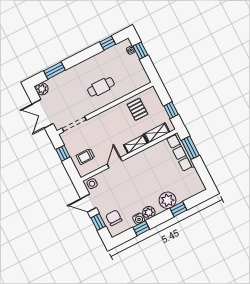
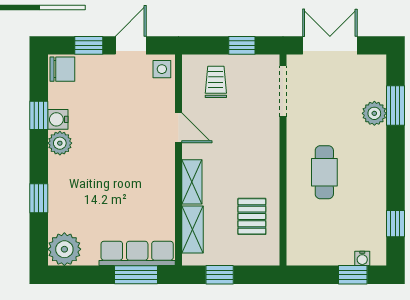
plant: (42, 89) -> (374, 113), moved
pallet: (137, 109) -> (252, 216), turned 90
plant: (167, 200) -> (64, 249), moved
chair: (114, 218) -> (62, 69), moved

